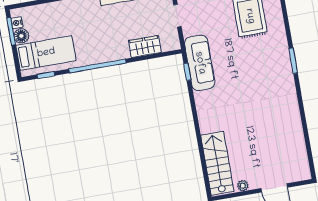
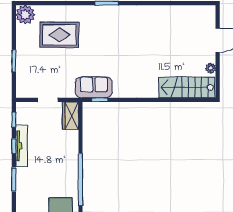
wardrobe: (145, 47) -> (70, 116), moved
sofa: (200, 63) -> (94, 87), width x0.73

